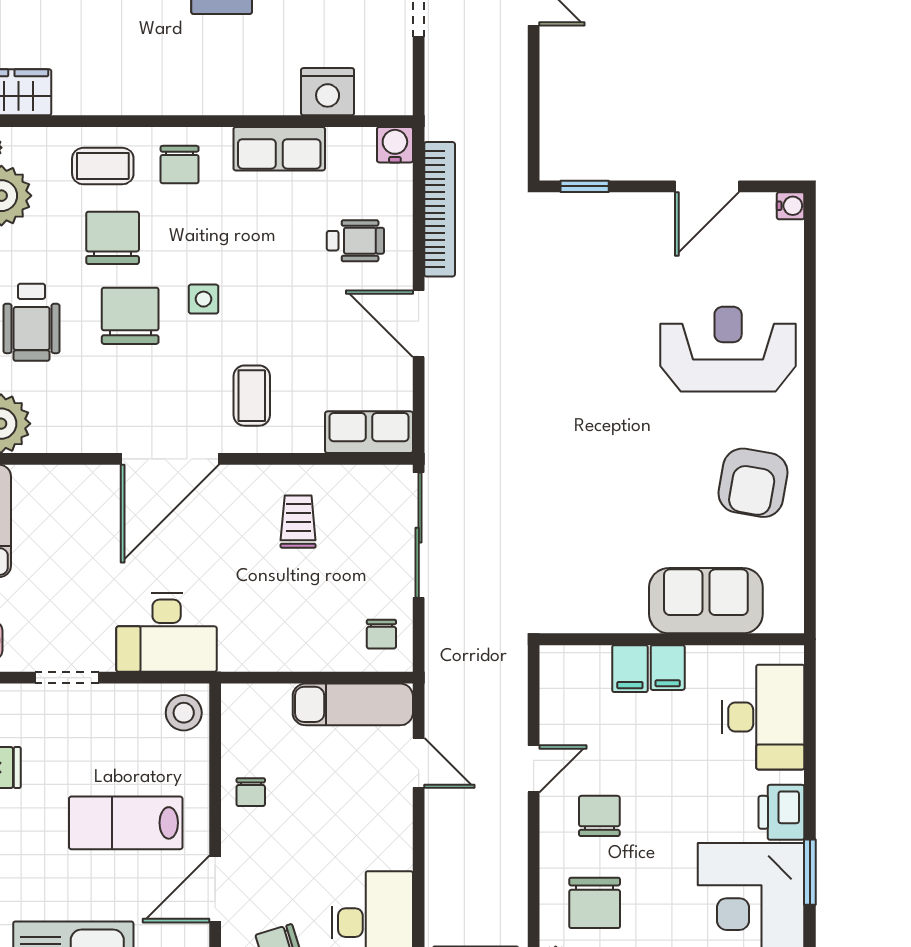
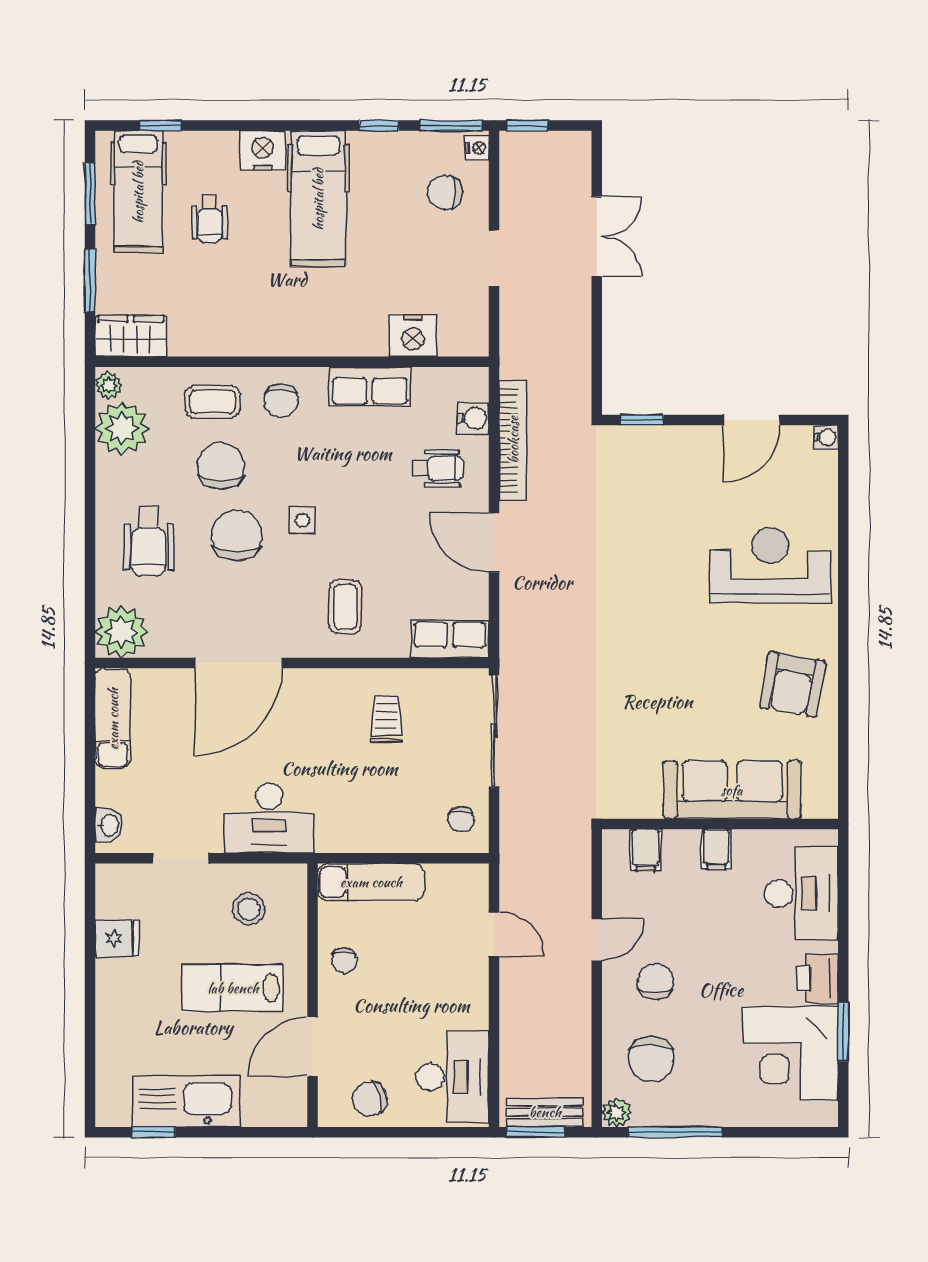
water cooler: (395, 145) -> (473, 418), moved, turned 90
door: (170, 459) -> (238, 663), moved
sofa: (706, 601) -> (732, 790), width x1.36
filing cabinet: (630, 669) -> (646, 850), moved
exam couch: (353, 704) -> (371, 882), moved
stool: (184, 713) -> (249, 909), moved

